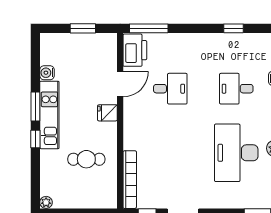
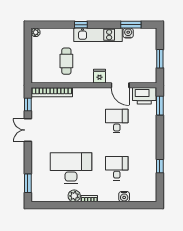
window: (149, 28) -> (160, 106), width x0.69
desk: (170, 89) -> (117, 121), turned 180
window: (35, 106) -> (131, 25), moved

